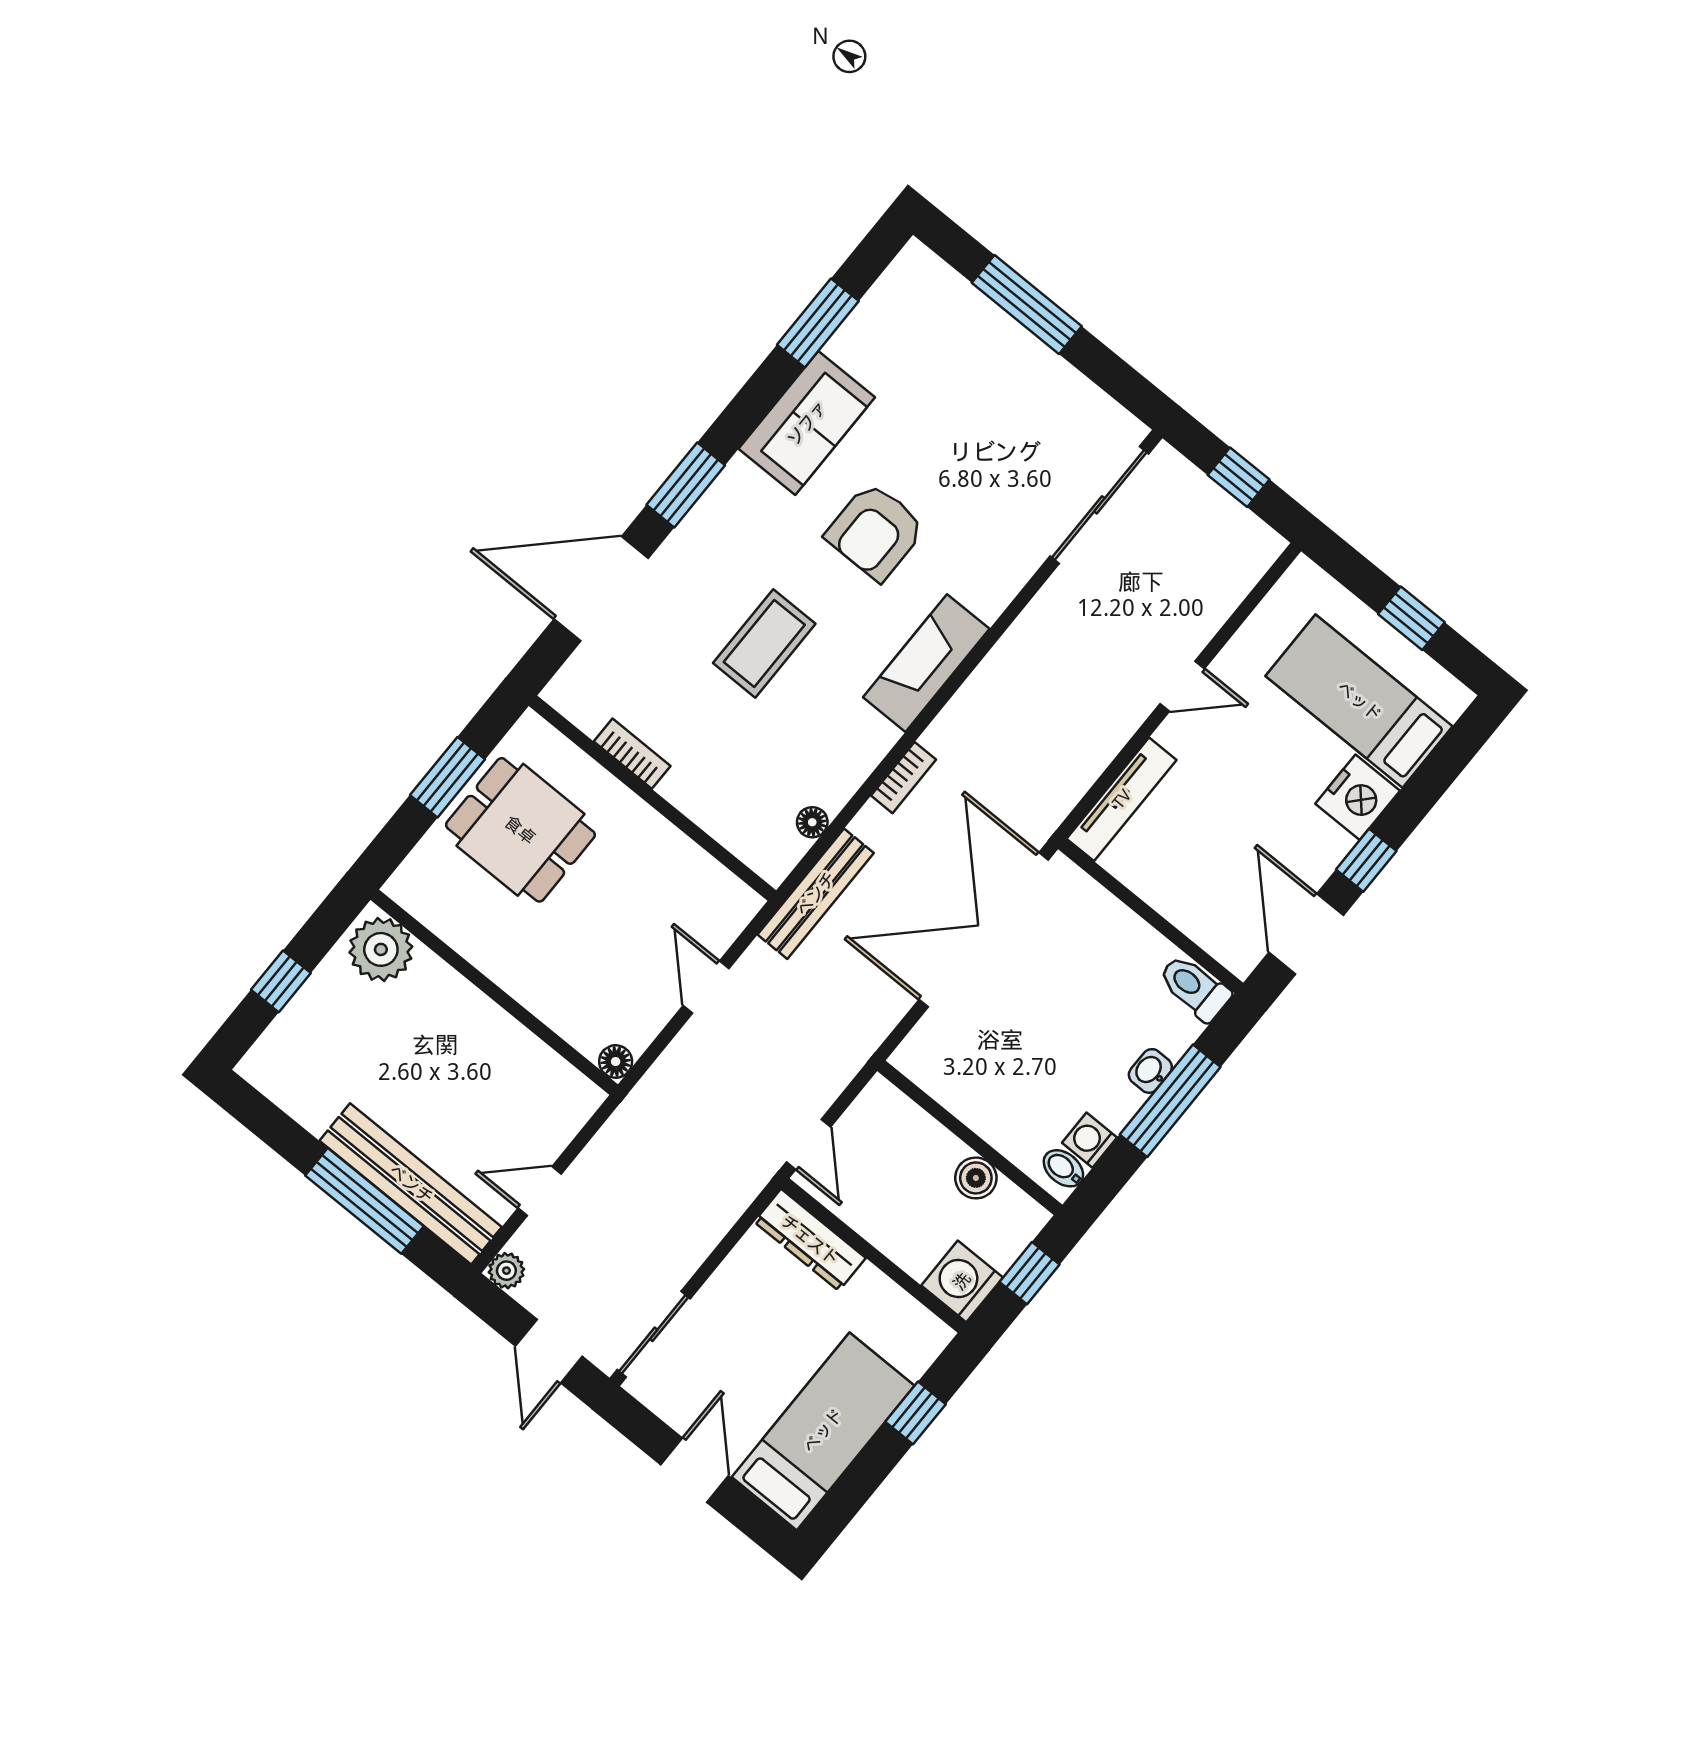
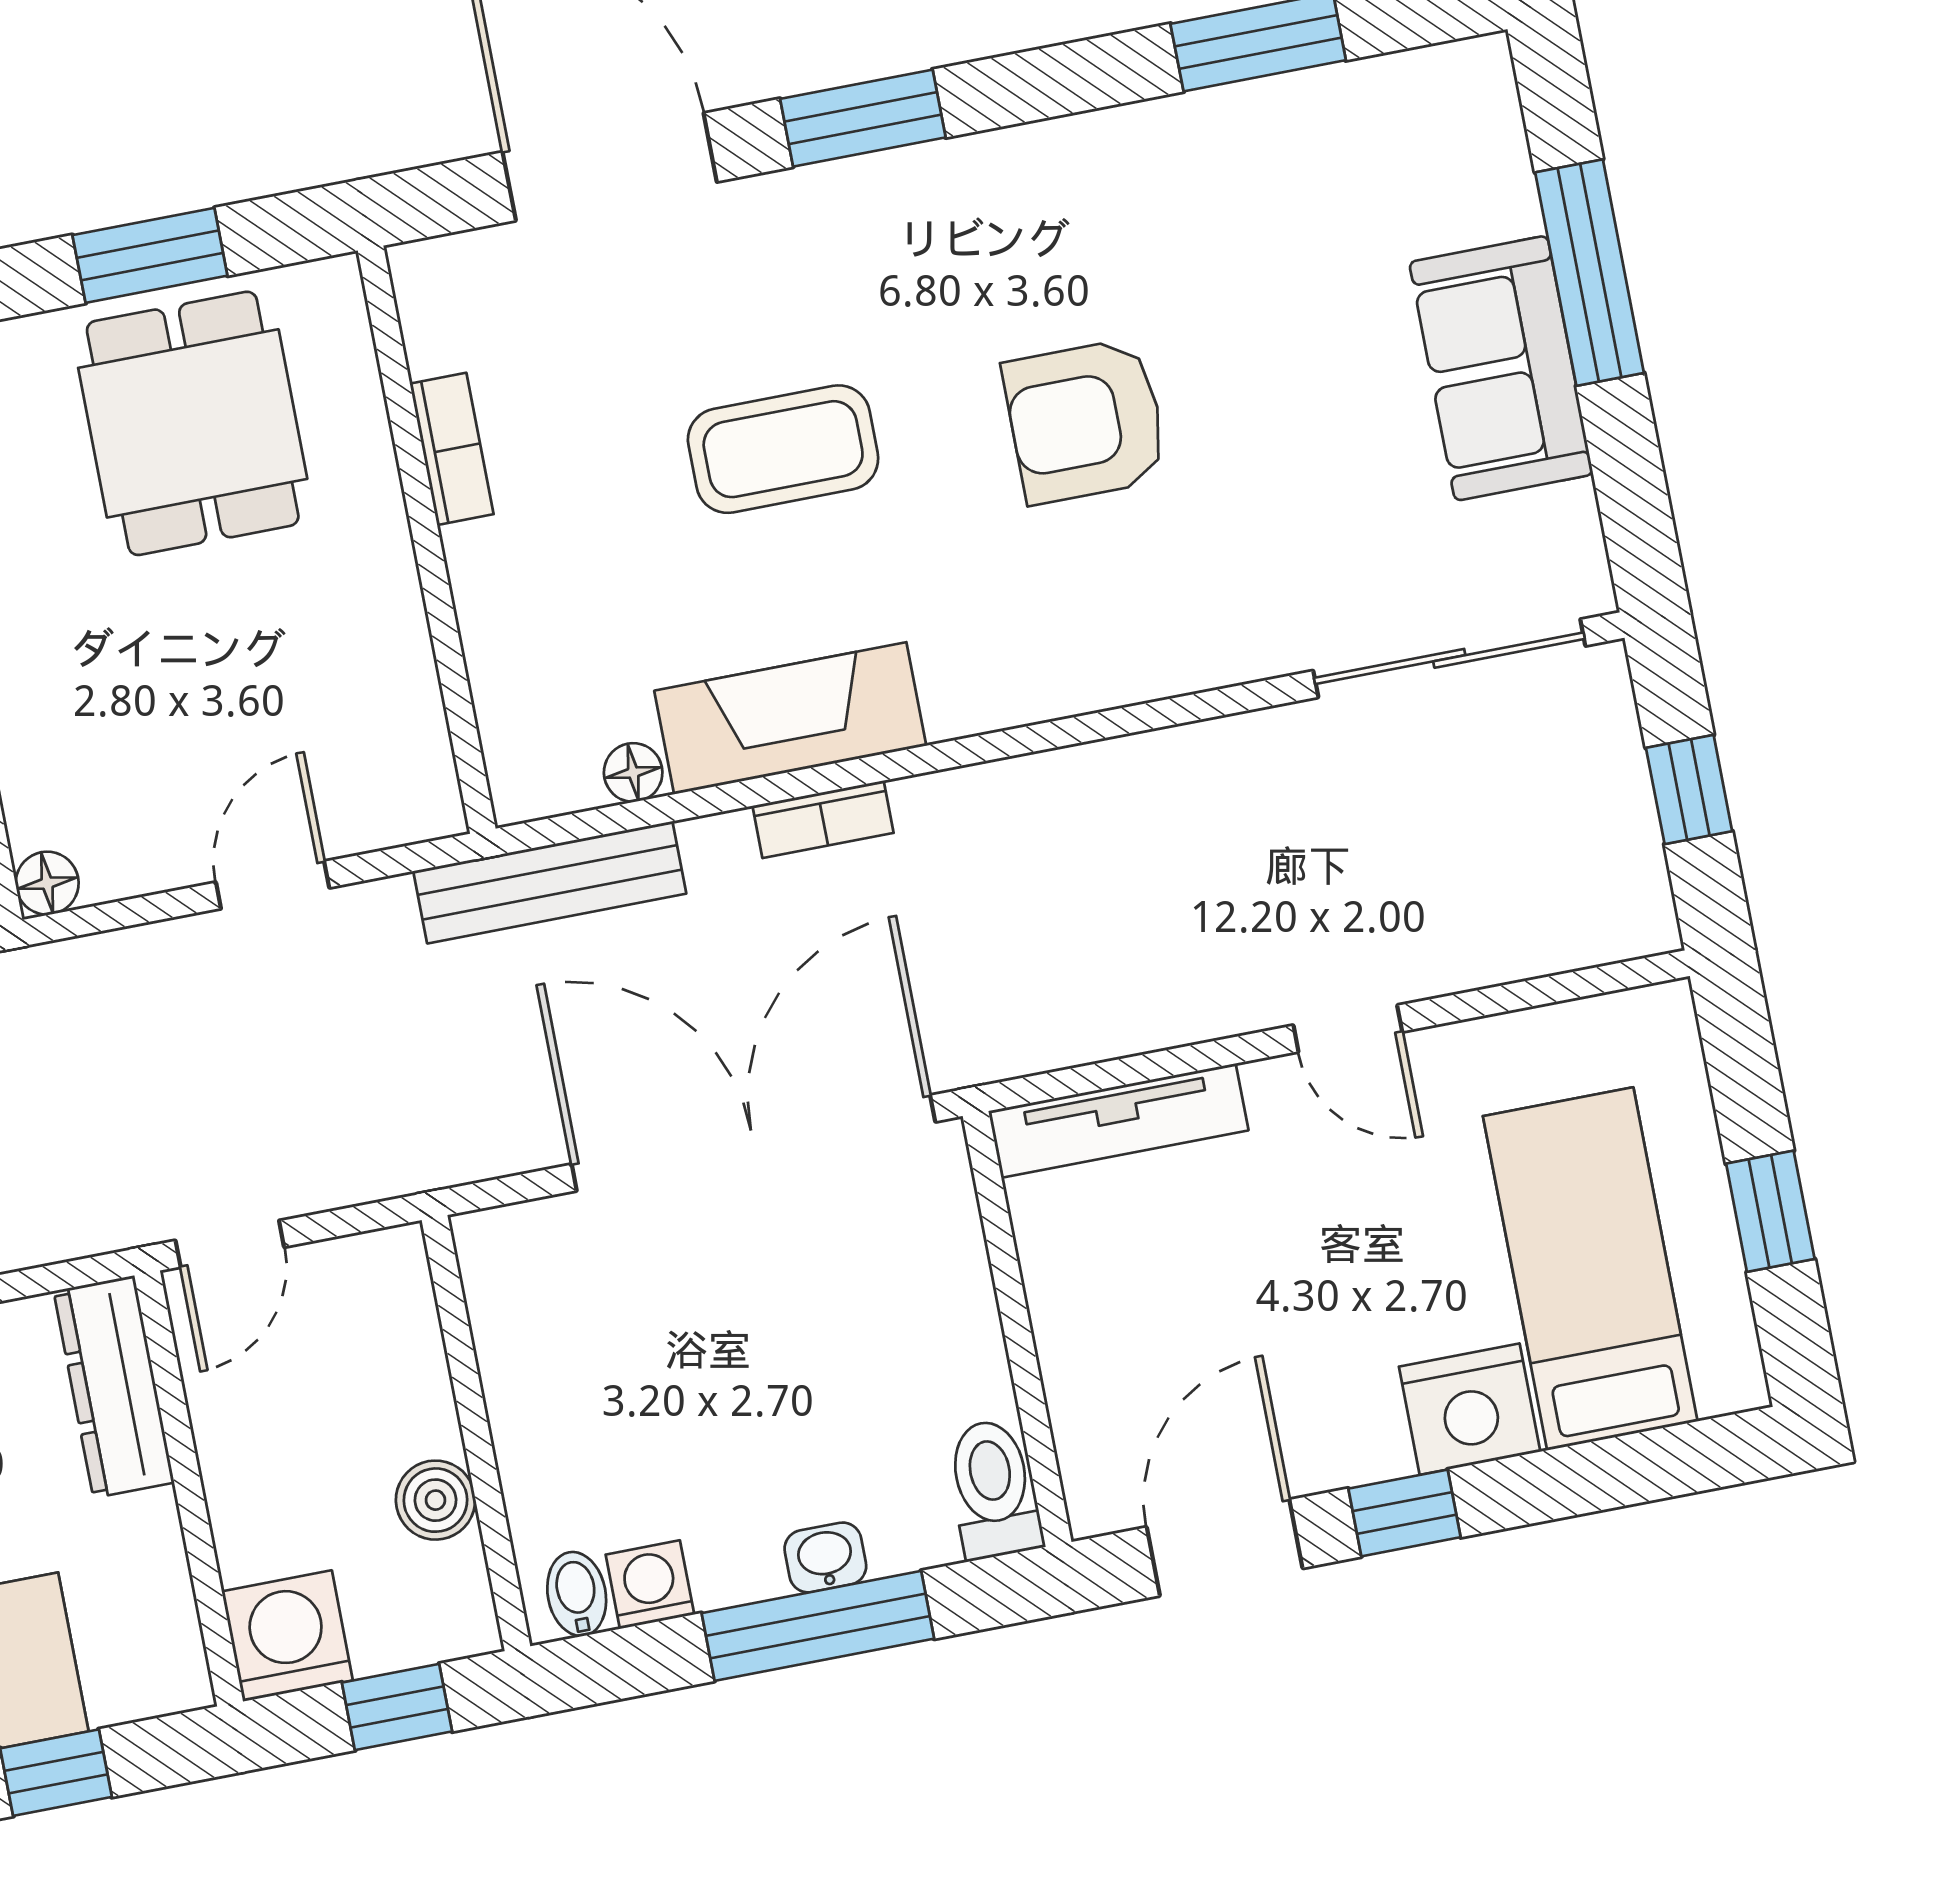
sofa: (807, 423) -> (1501, 368), moved, turned 90
fireplace: (926, 663) -> (790, 718), moved

